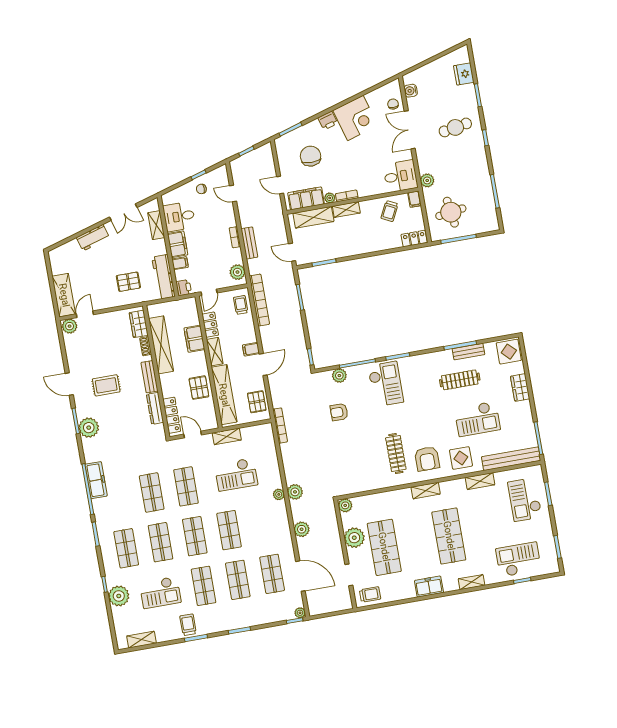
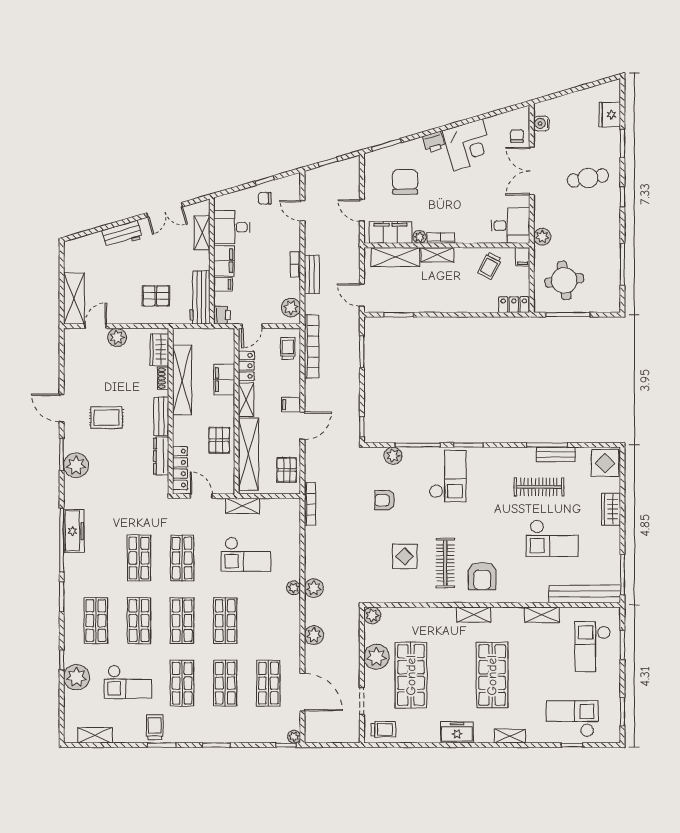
plant: (70, 326) -> (117, 337), moved
display table: (461, 458) -> (405, 556), moved

